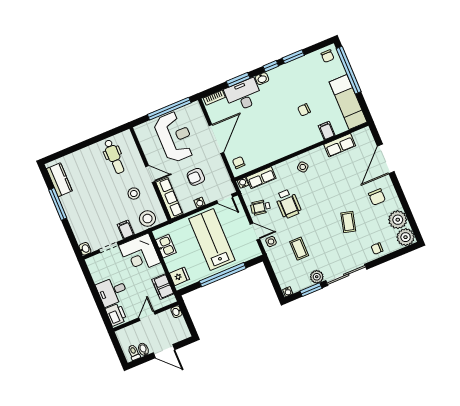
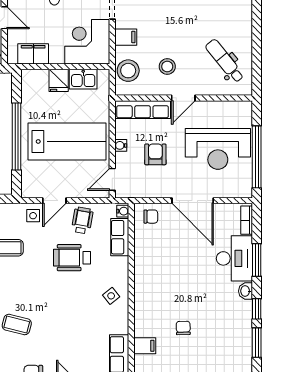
dental chair: (114, 157) -> (225, 61), turned 51
fridge: (179, 276) -> (59, 80), moved

